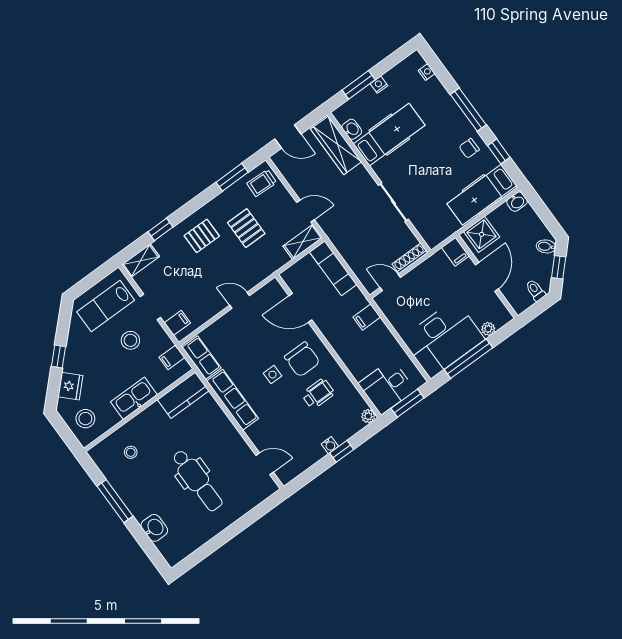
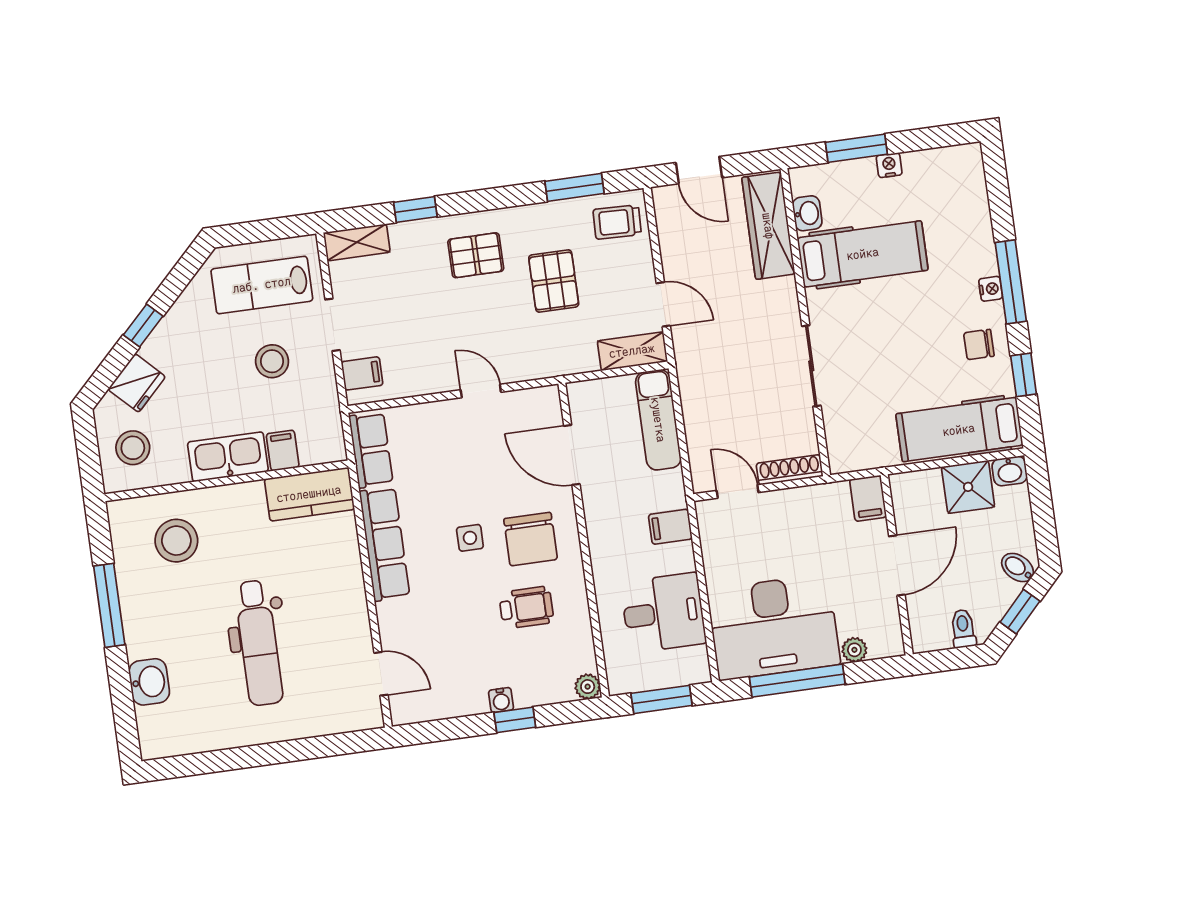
nightstand: (427, 72) -> (991, 289), moved
shower: (482, 234) -> (968, 487), moved
filing cabinet: (172, 357) -> (283, 450), moved, turned 90
desk: (387, 387) -> (663, 613), moved, turned 180
stool: (131, 452) -> (176, 541), width x1.89, depth x1.89

